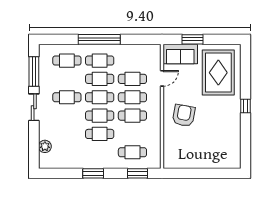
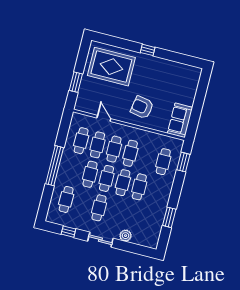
sofa: (180, 54) -> (180, 120), moved, turned 180
cafe table: (100, 61) -> (81, 141), moved
window: (34, 72) -> (68, 232), width x0.46
plant: (45, 146) -> (126, 236), moved
window: (93, 173) -> (169, 217), moved

